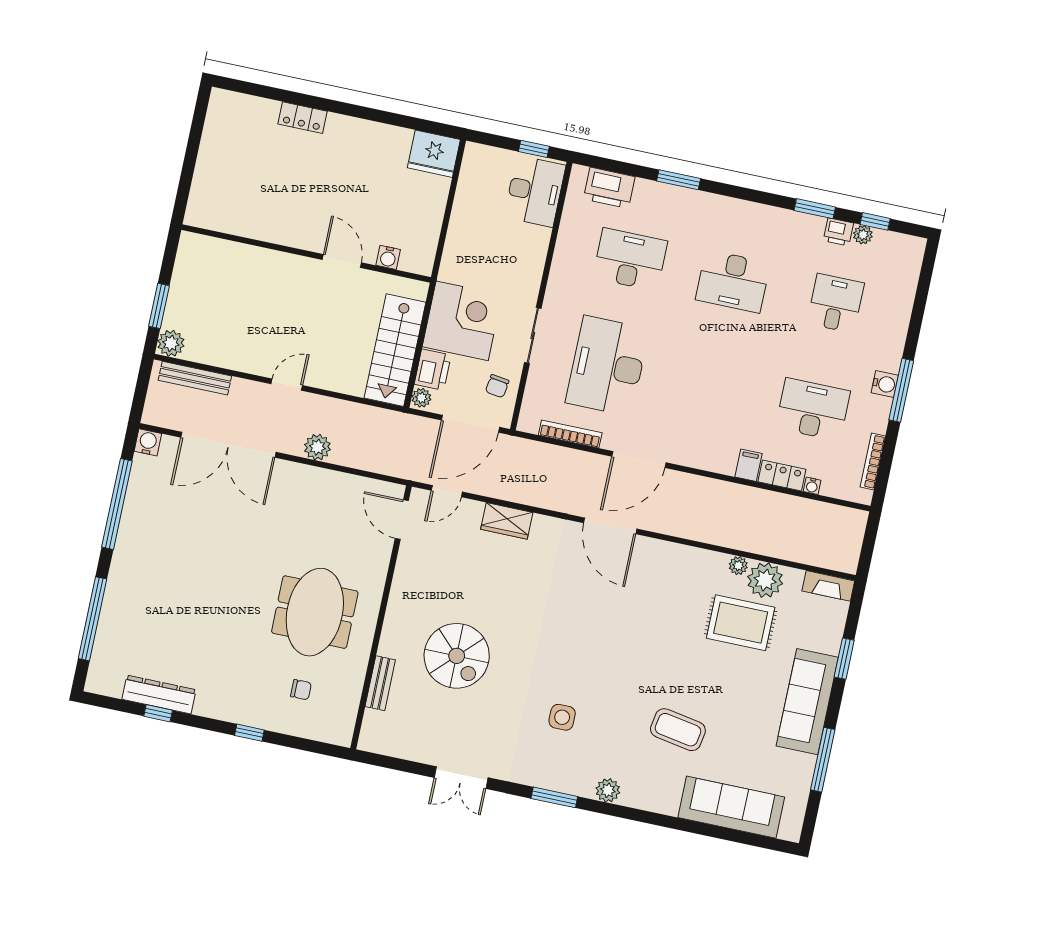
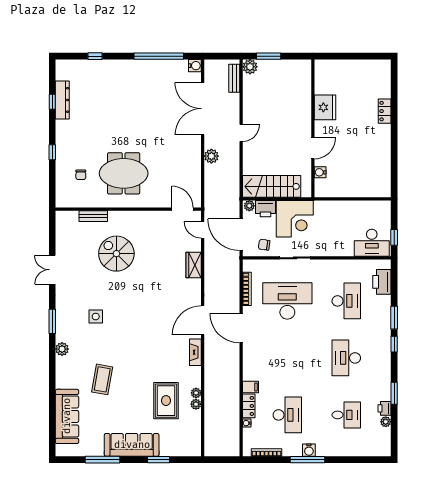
fridge: (434, 154) -> (325, 107), moved, turned 180
window: (875, 221) -> (394, 344), moved
bench: (195, 378) -> (234, 78), width x0.73
door: (287, 385) -> (241, 133), hinge flipped
door: (402, 520) -> (182, 209), hinge flipped
plant: (765, 580) -> (196, 404), width x0.53, depth x0.53
fireplace: (828, 586) -> (195, 352), moved
window: (93, 619) -> (95, 56), width x0.32
spiral stairs: (457, 656) -> (116, 254), turned 90

